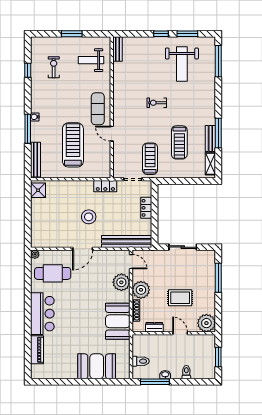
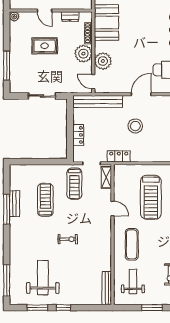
bench: (118, 49) -> (107, 288), width x1.36
weight bench: (91, 60) -> (133, 281), turned -90
exercise mat: (98, 109) -> (132, 244), moved
shelving: (210, 164) -> (106, 177), moved
plant: (206, 323) -> (14, 16), width x0.53, depth x0.53

